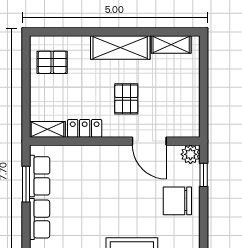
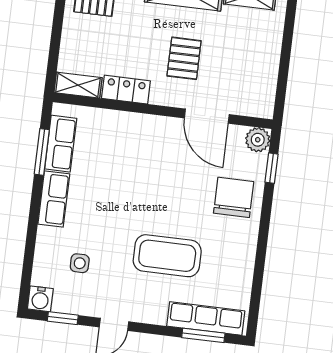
chair: (177, 201) -> (234, 197), turned 90

